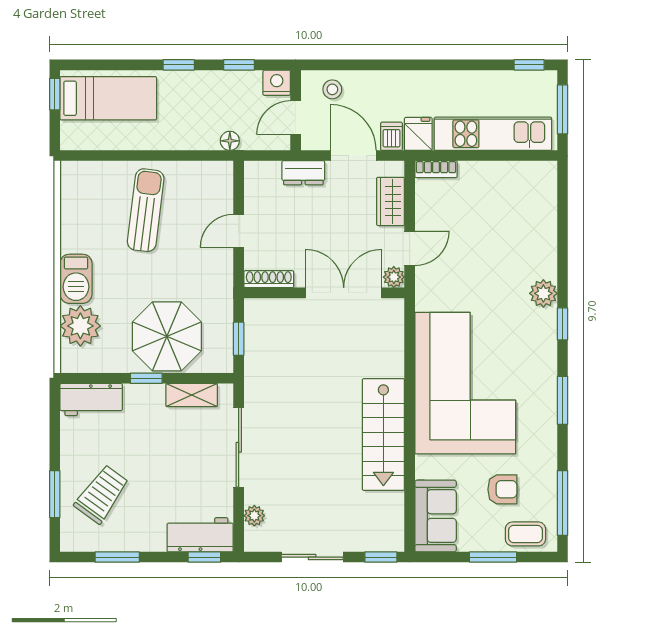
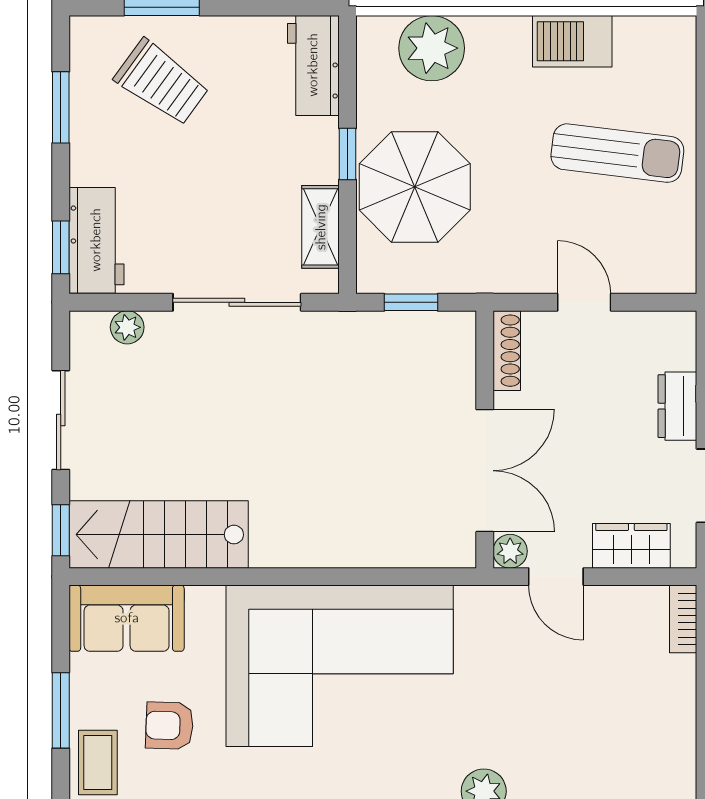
barbecue: (76, 279) -> (572, 41), moved
stairs: (383, 434) -> (159, 535), moved
armchair: (502, 489) -> (169, 726), turned 92

